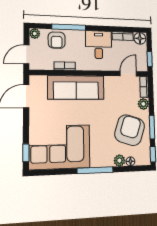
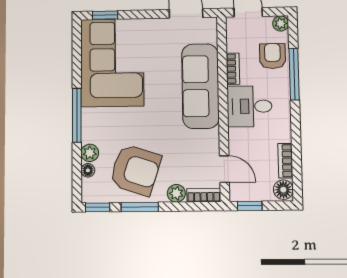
armchair: (57, 40) -> (272, 56), turned 90
desk: (99, 45) -> (249, 106), moved, turned 180

